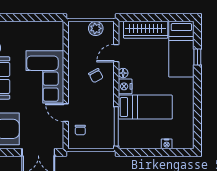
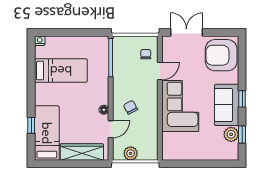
nightstand: (125, 86) -> (102, 97), removed
bed: (145, 107) -> (61, 71), moved, turned 180
door: (66, 113) -> (160, 71), hinge flipped
nightstand: (167, 144) -> (40, 41), moved

